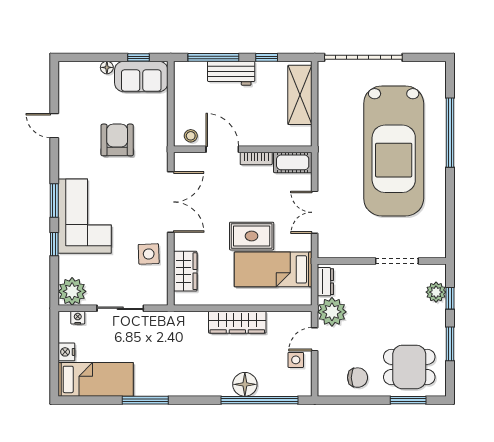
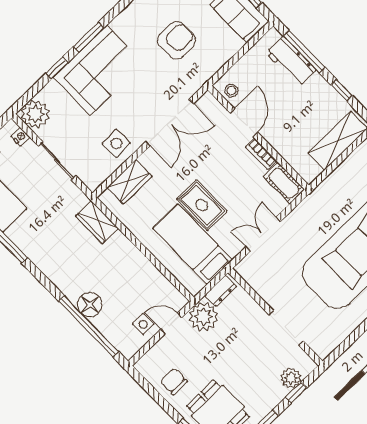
workbench: (231, 73) -> (291, 61), moved
wardrobe: (237, 322) -> (97, 222), moved, width x0.67
chair: (358, 378) -> (174, 381), turned 180

